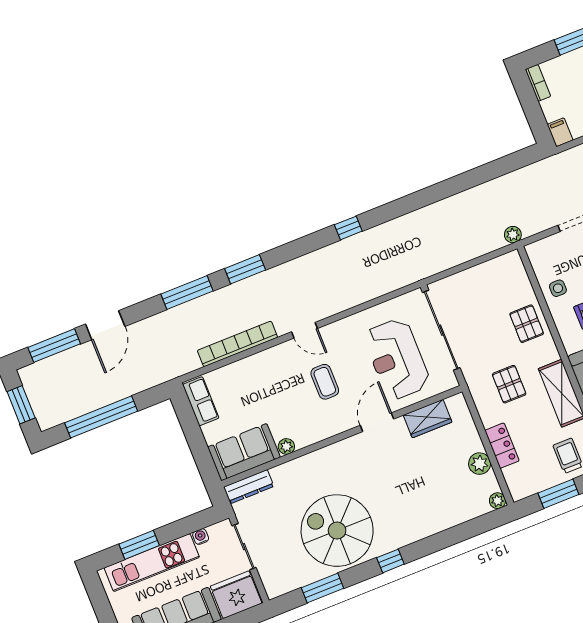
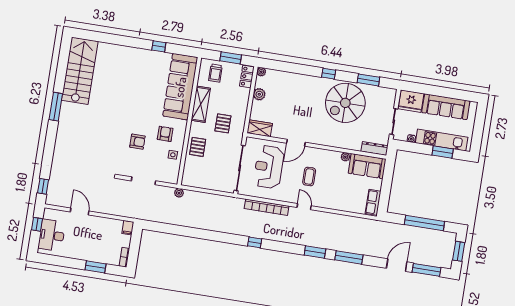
bookcase: (237, 344) -> (267, 207), moved
reception desk: (397, 359) -> (269, 167), turned 180
wardrobe: (428, 419) -> (260, 128), moved
locker: (502, 446) -> (247, 77), moved
spiral stairs: (337, 531) -> (345, 103), turned 90

